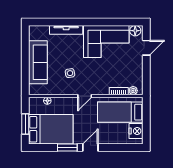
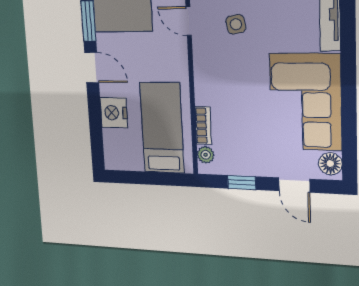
window: (146, 73) -> (242, 183), added
door: (85, 96) -> (189, 21), moved
nightstand: (136, 131) -> (114, 113), moved, turned 90

